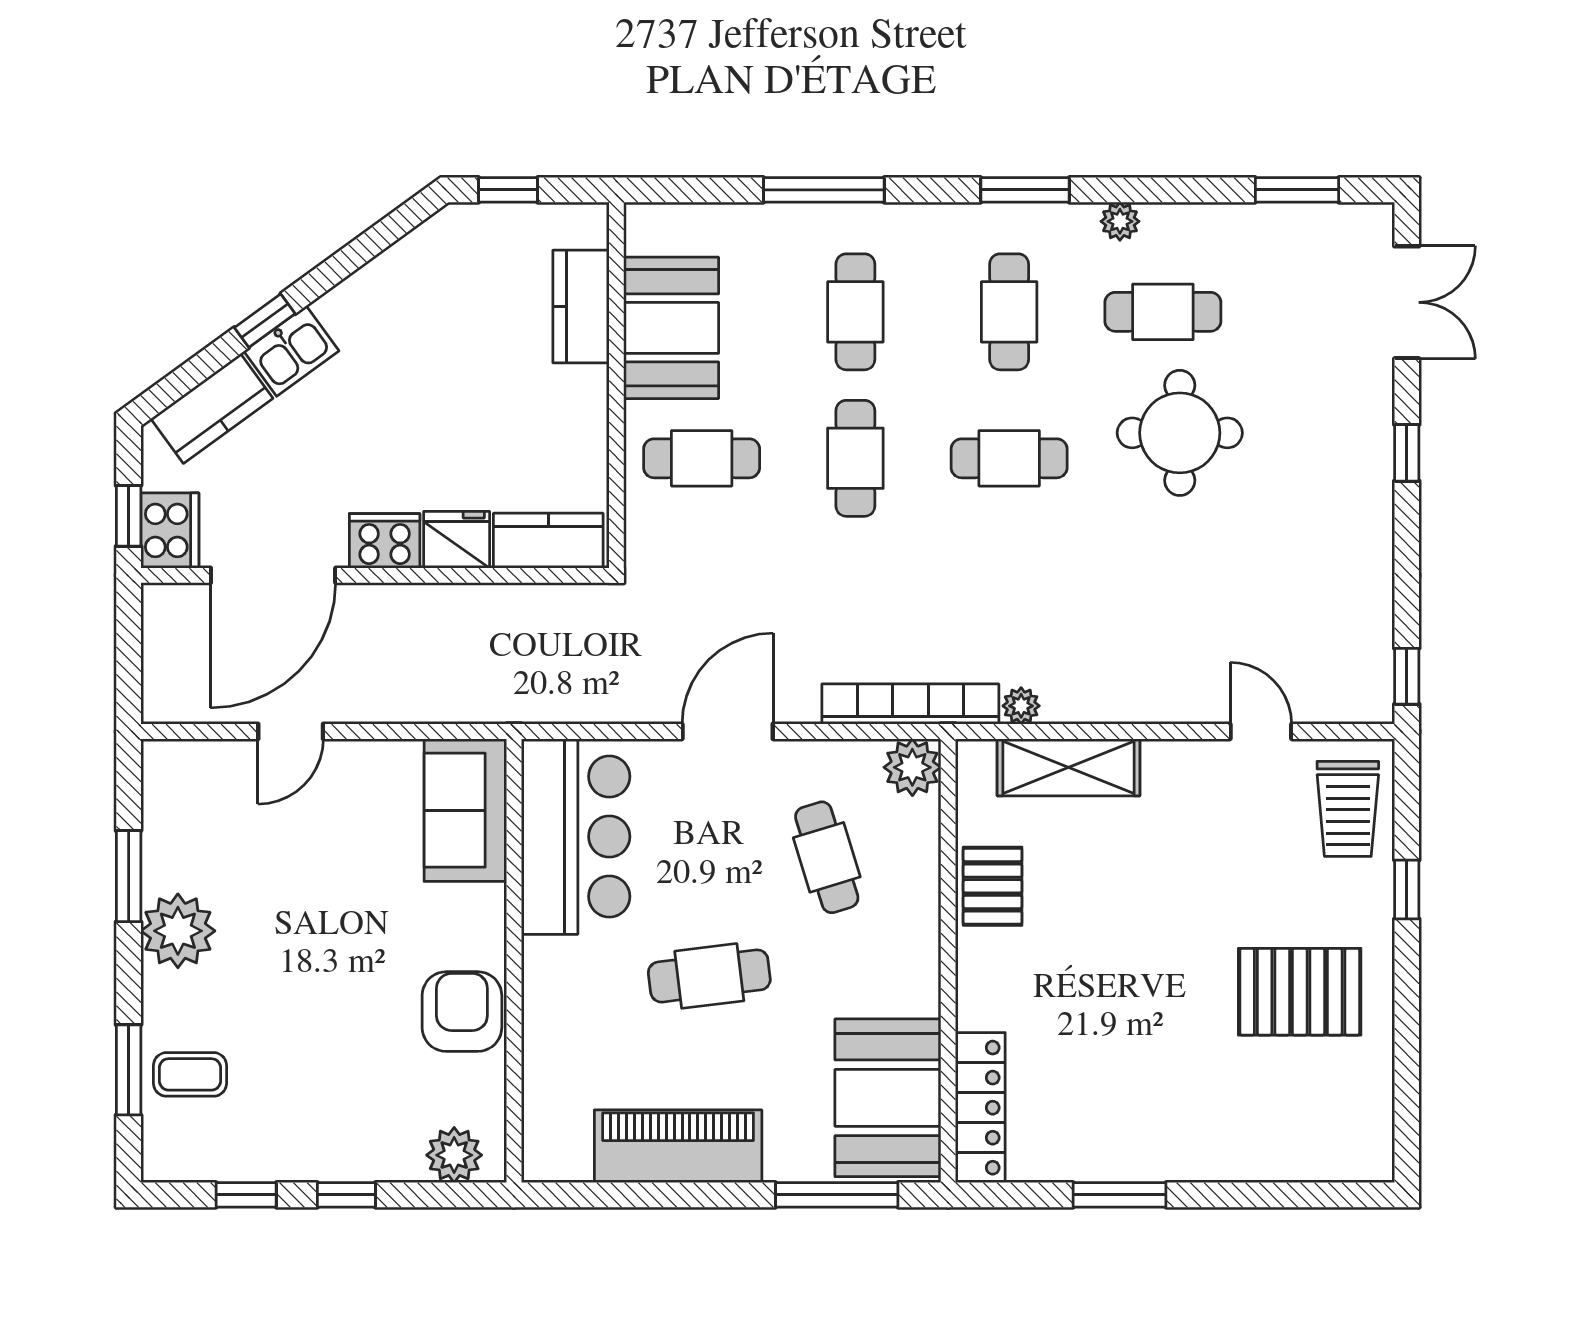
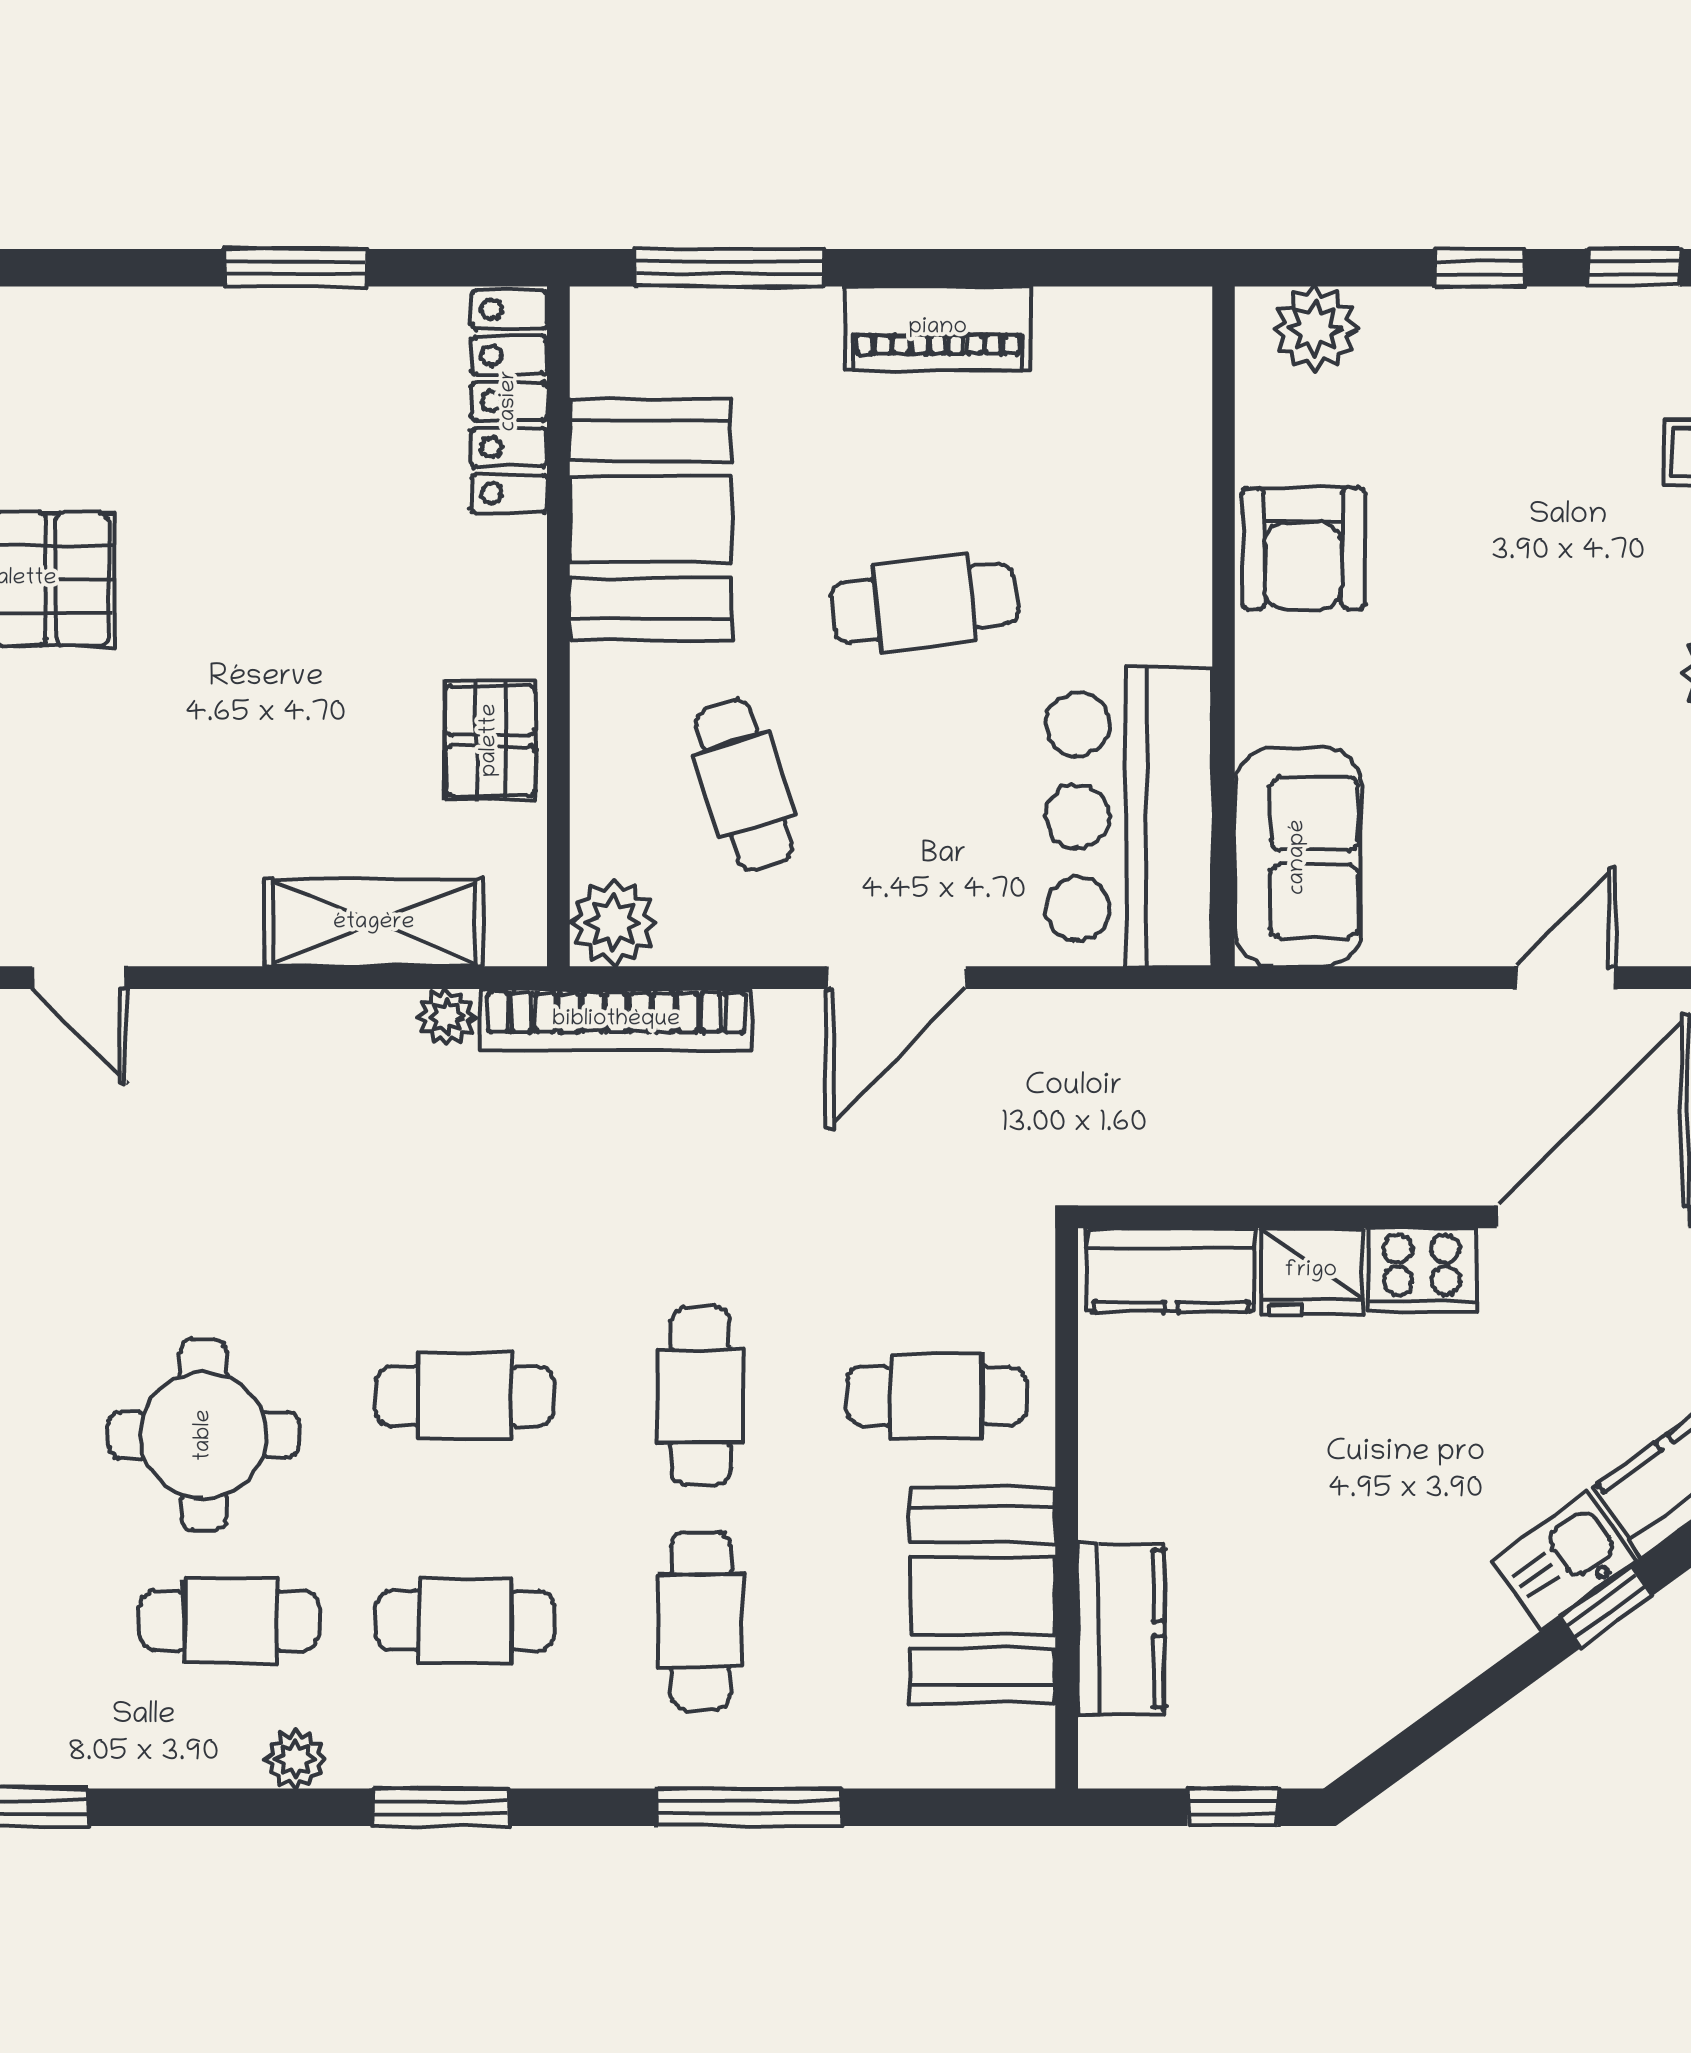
cafe table: (1009, 312) -> (465, 1620), turned 90
booth: (888, 1098) -> (651, 519), moved
piano: (678, 1146) -> (938, 328), width x0.73, depth x0.75

